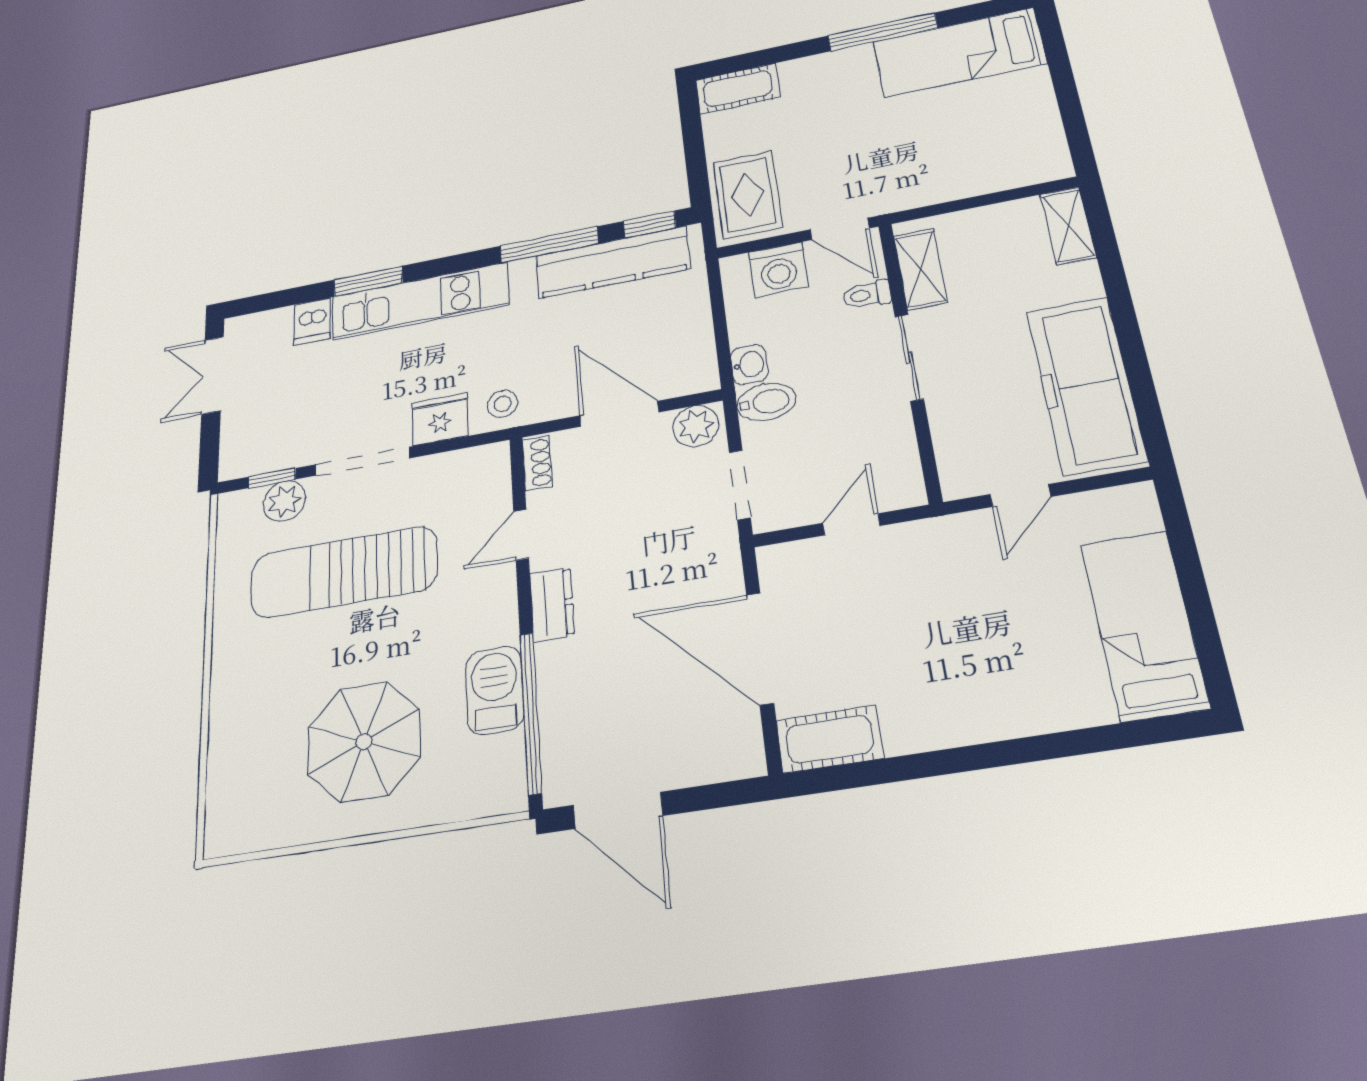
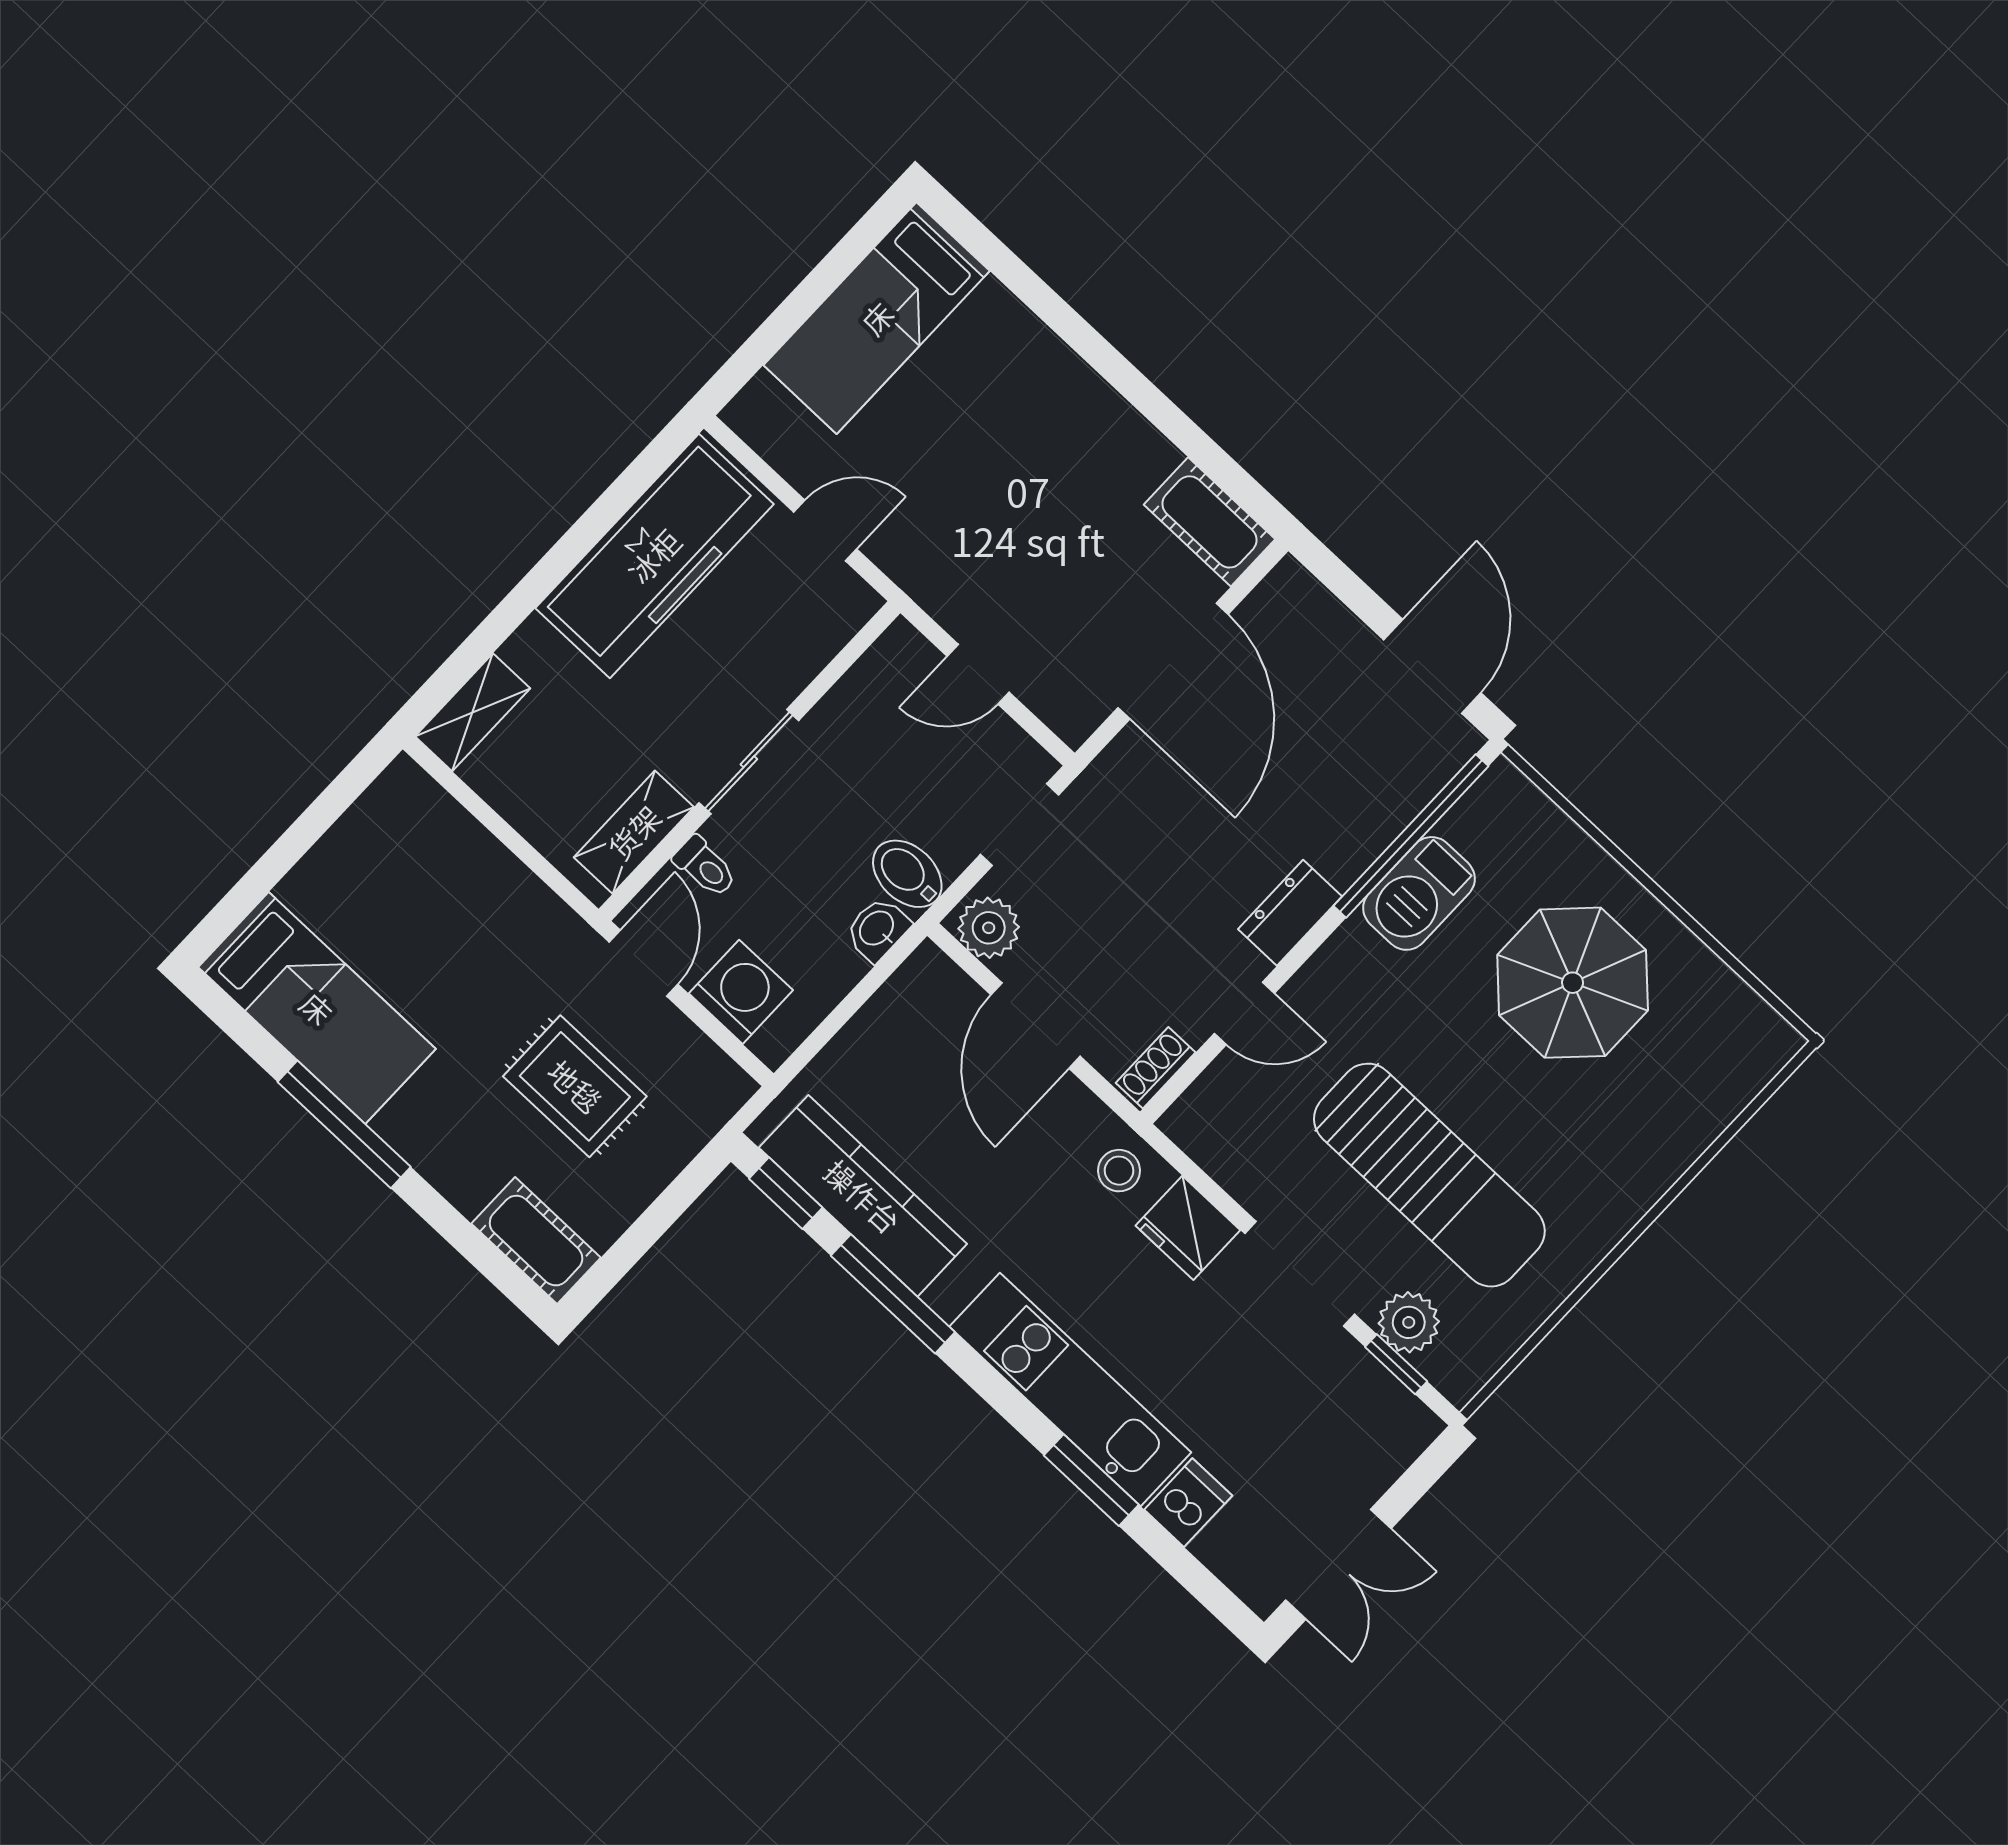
rug: (748, 195) -> (575, 1086), moved, turned 90

